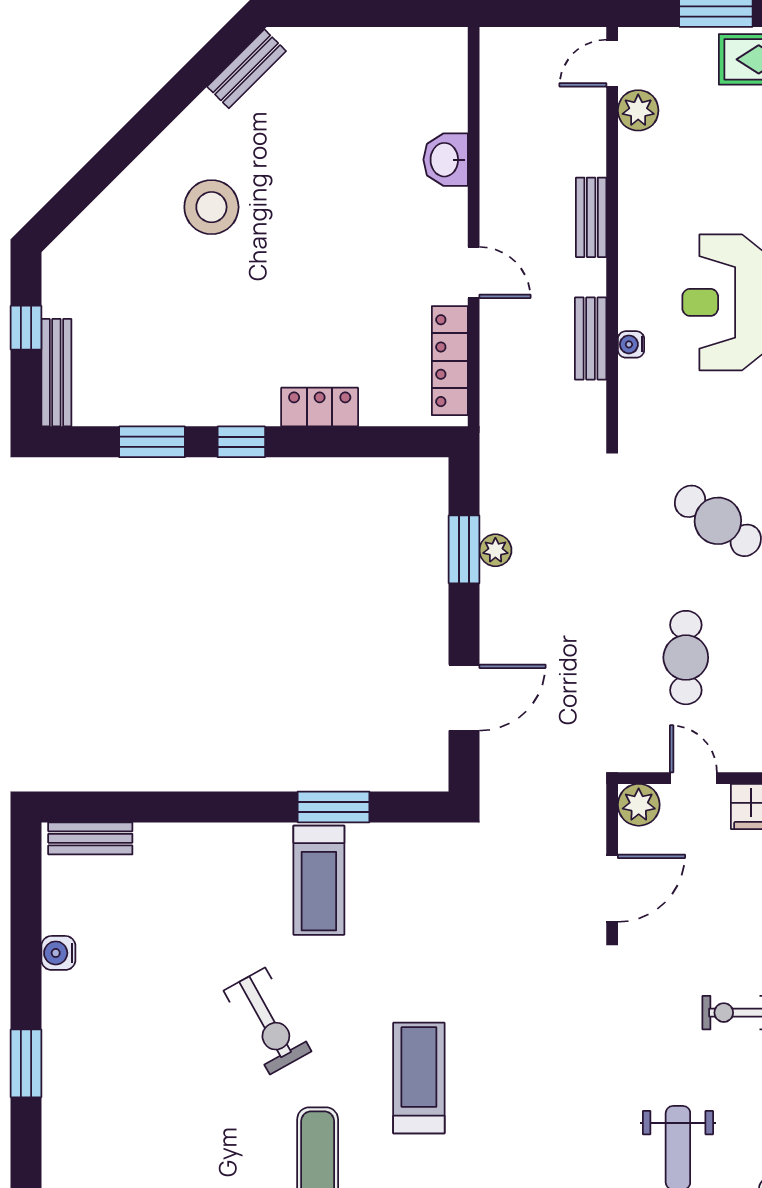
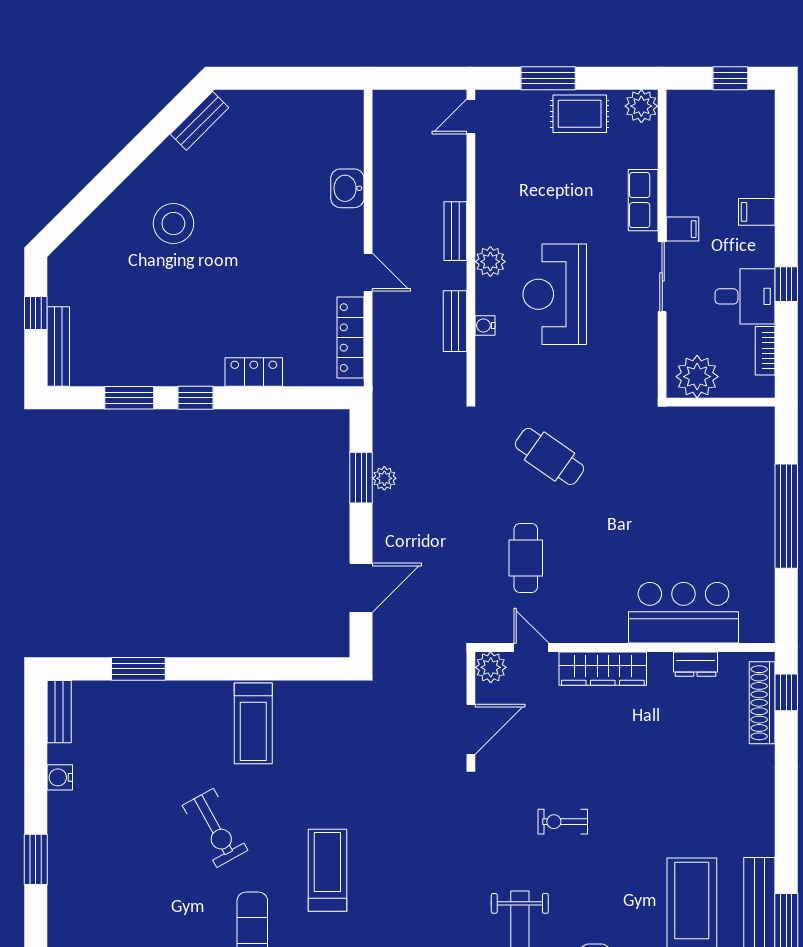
plant: (638, 110) -> (490, 262), moved
window: (333, 807) -> (138, 669), moved
bench: (90, 838) -> (59, 712), moved, turned 90

